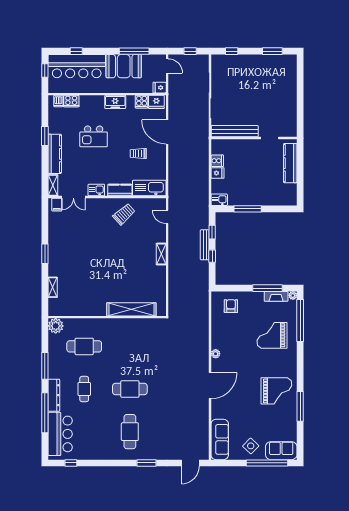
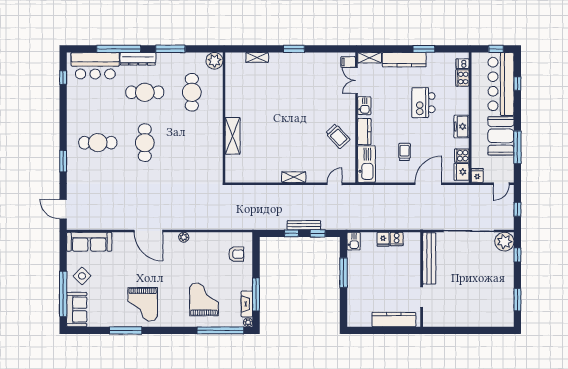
plant: (220, 63) -> (504, 242), added
shelving: (131, 309) -> (233, 136), width x0.68
cafe table: (84, 389) -> (145, 92), width x1.37, depth x1.35

